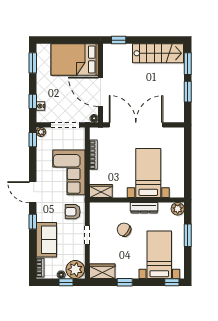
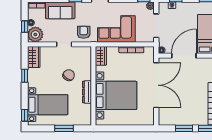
bed with nightstands: (148, 173) -> (116, 95), width x1.36
plant: (178, 209) -> (86, 120), removed

